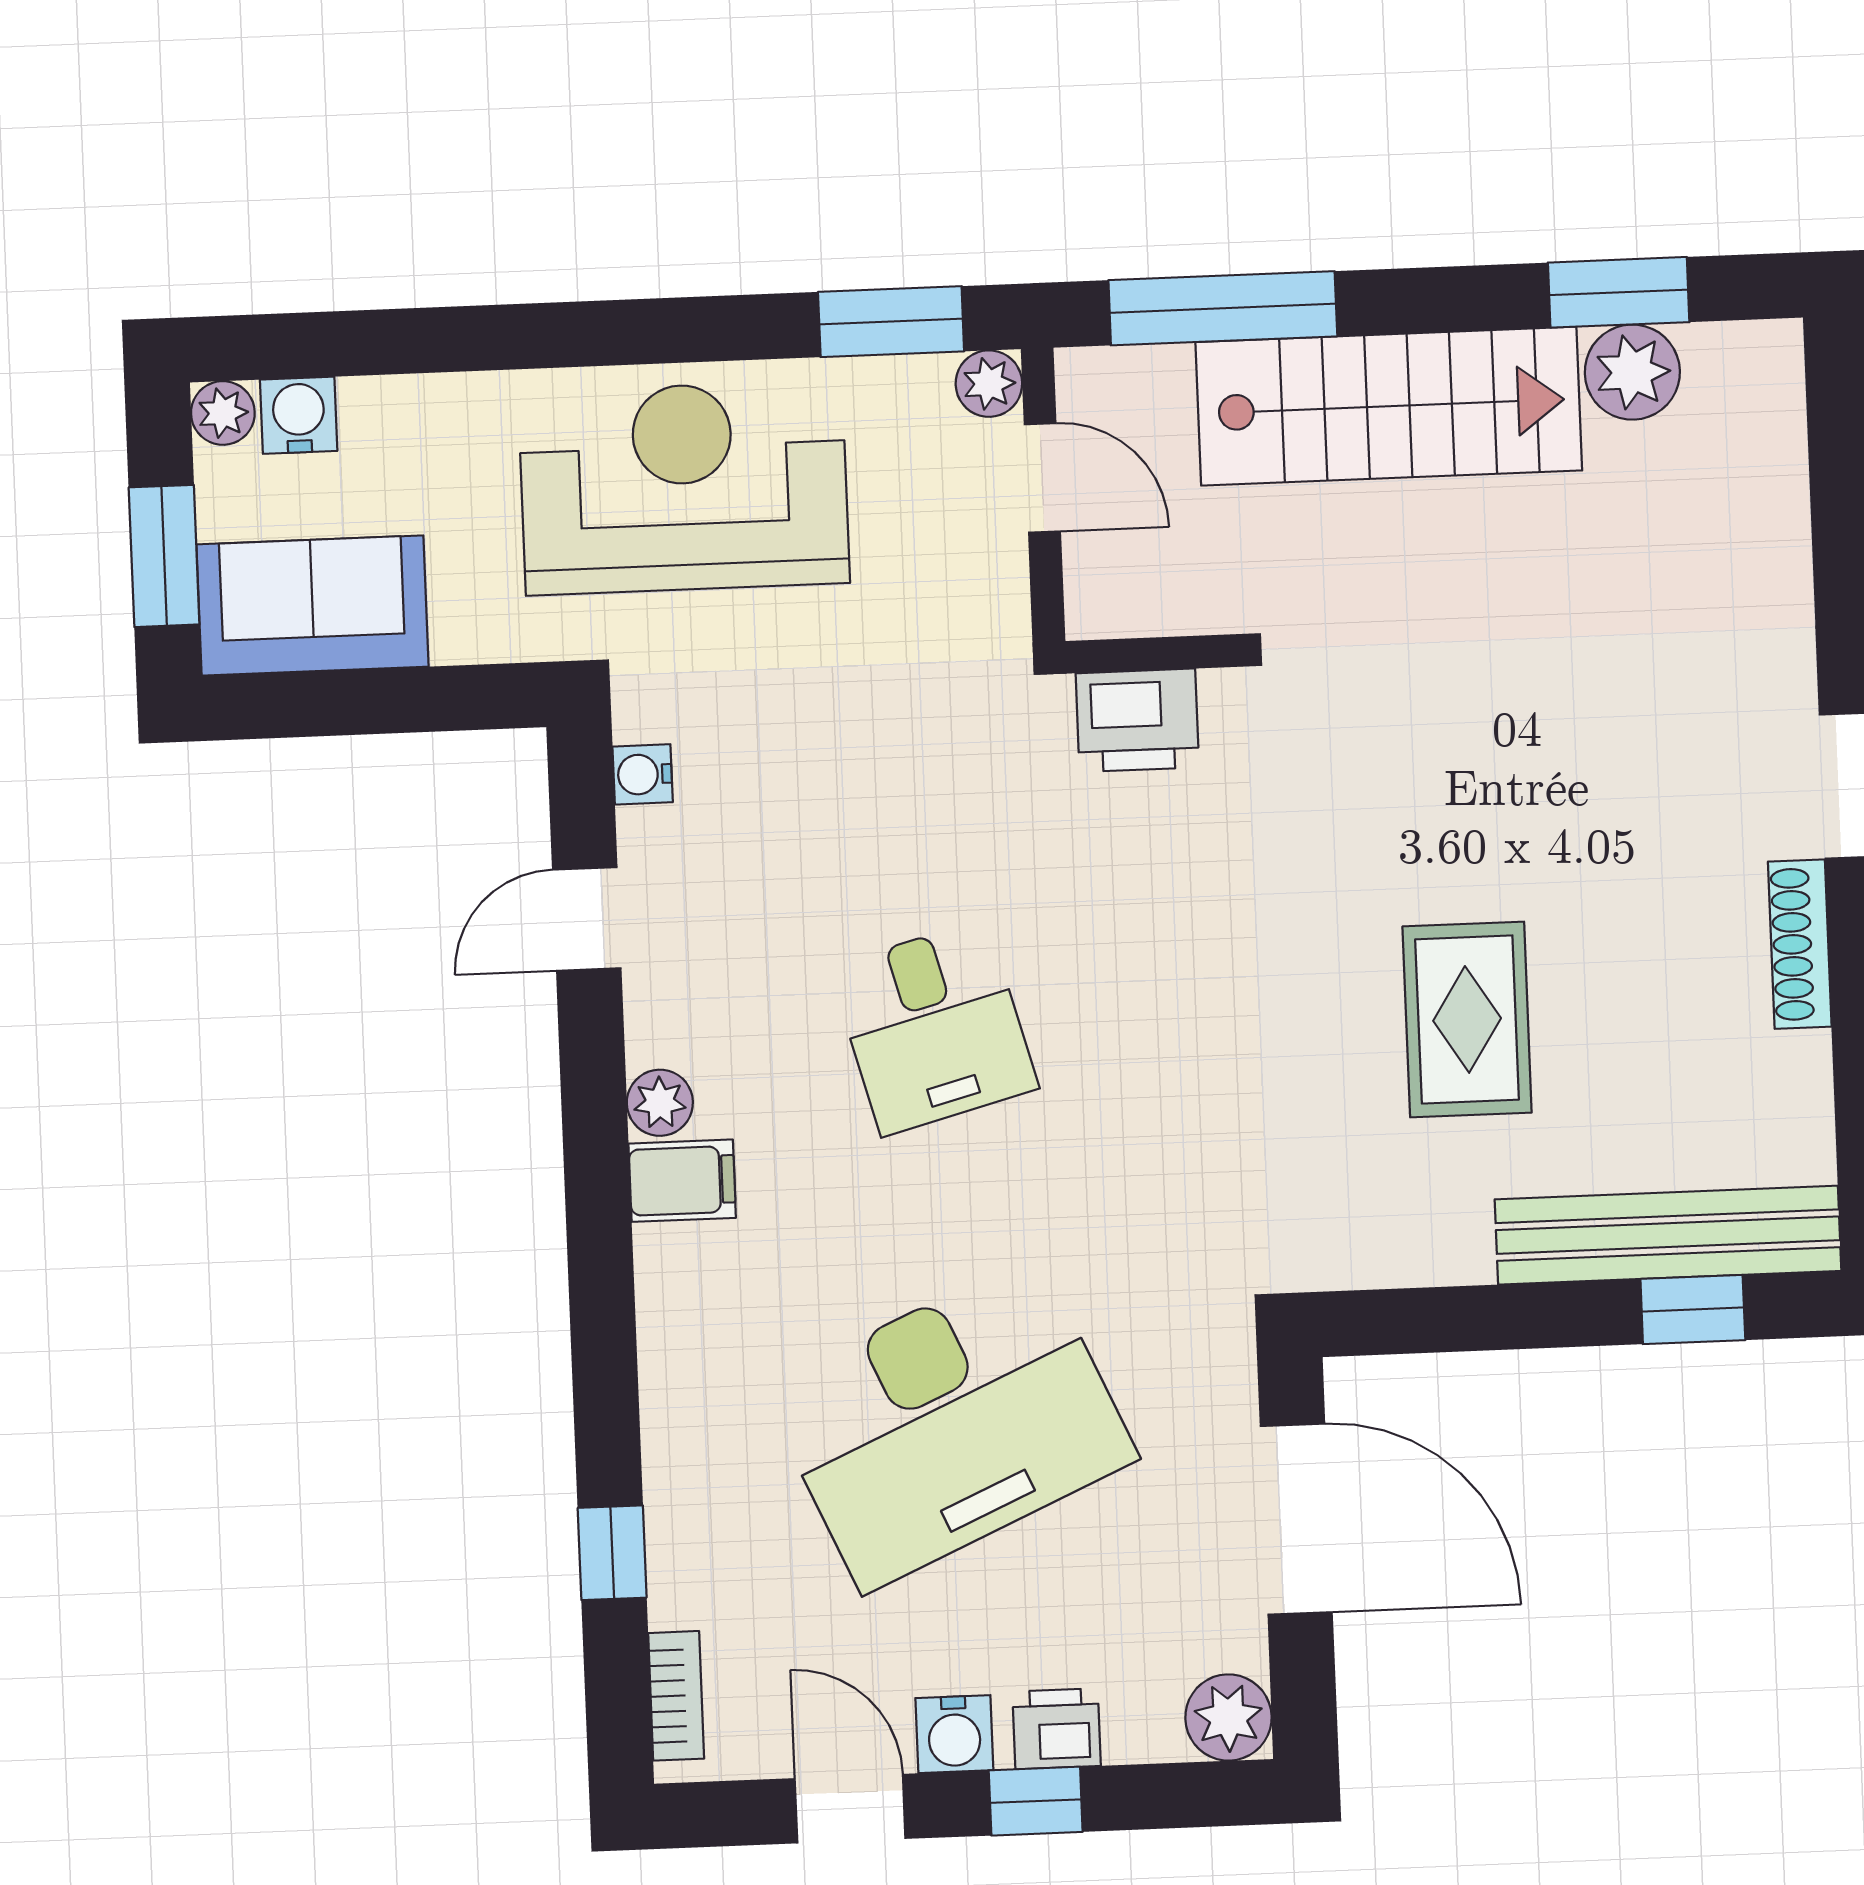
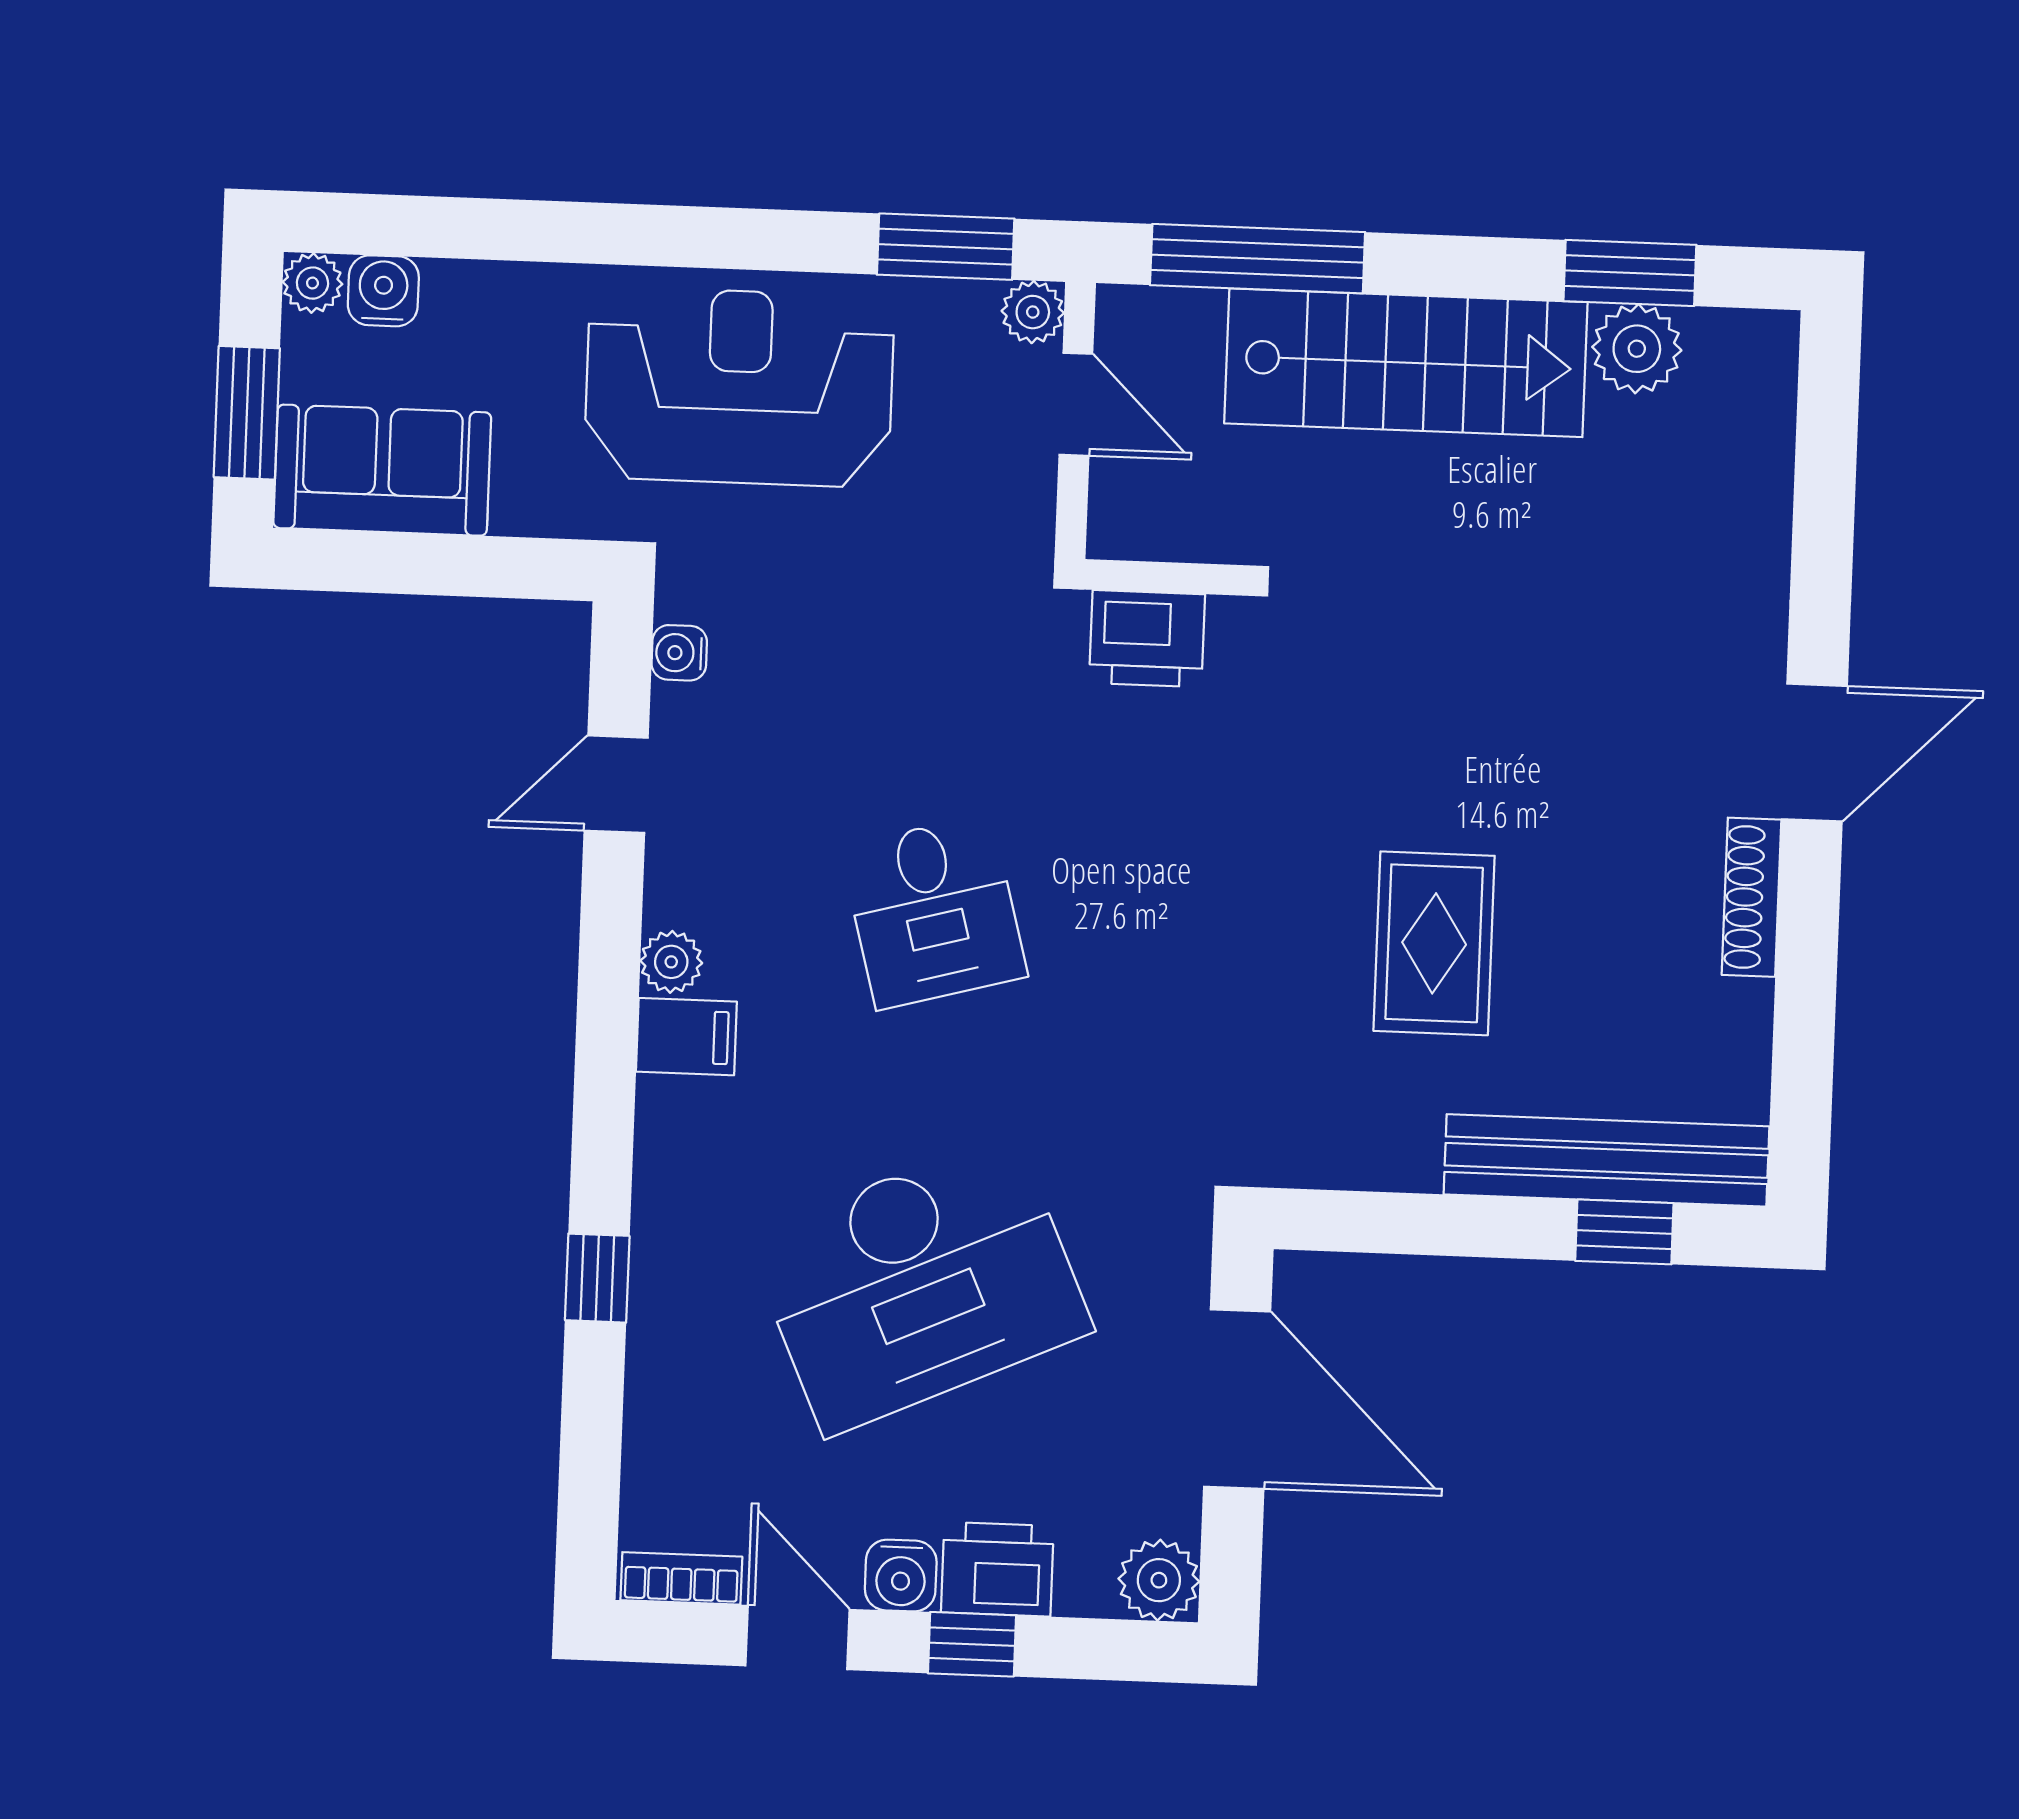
window: (612, 1553) -> (597, 1278), moved
bookcase: (676, 1696) -> (681, 1578), moved, turned -90
printer: (1057, 1729) -> (997, 1569), width x1.36, depth x1.24

